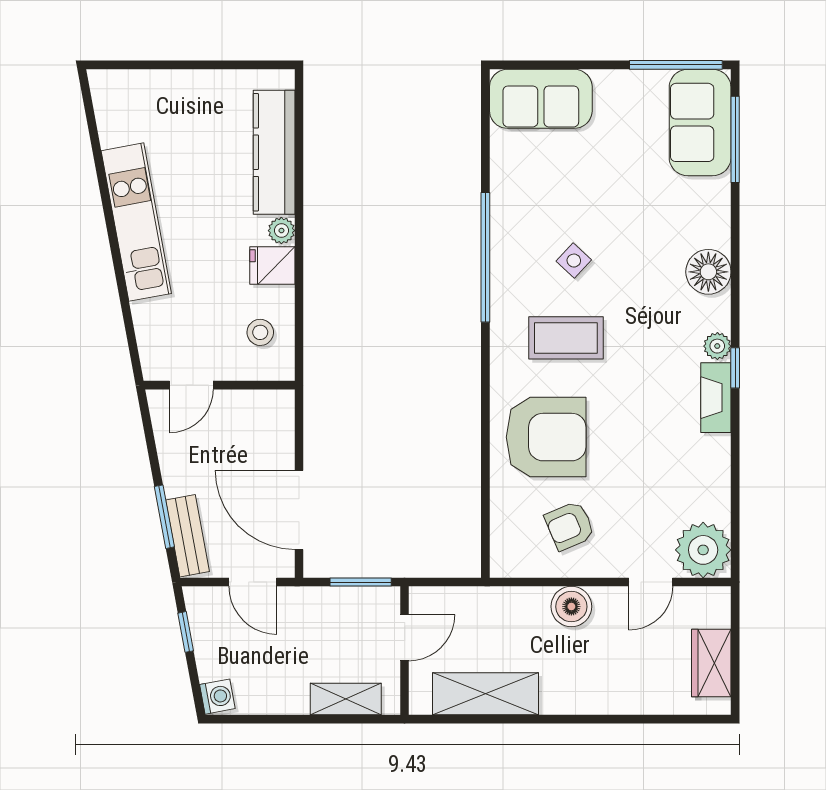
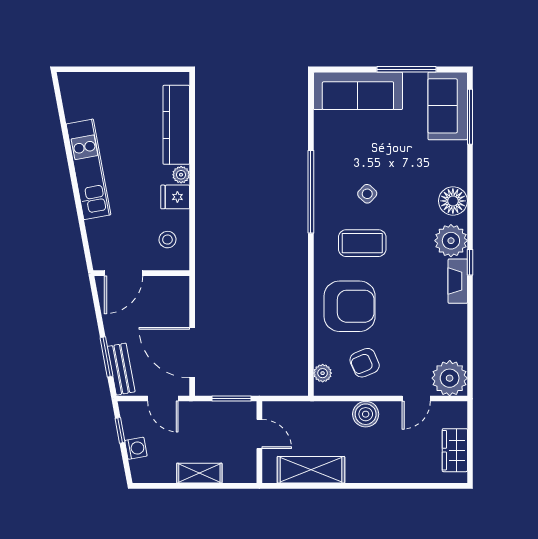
window: (676, 65) -> (407, 69), moved
sofa: (541, 99) -> (358, 91), width x1.36
plant: (717, 346) -> (451, 241), width x1.88, depth x1.88
door: (191, 385) -> (124, 273), width x1.38
plant: (504, 542) -> (323, 373), added
door: (405, 638) -> (259, 434), hinge flipped
washing machine: (217, 697) -> (136, 448), moved
shelving: (346, 699) -> (199, 473), moved

